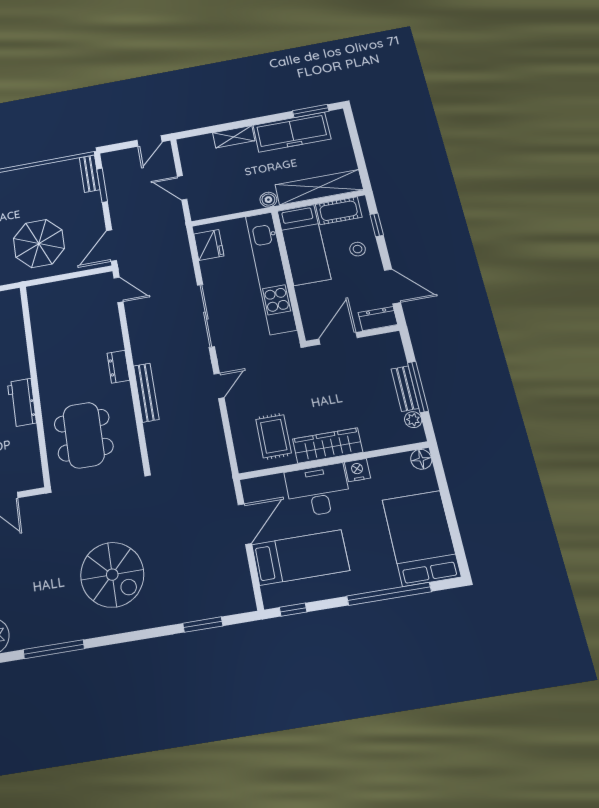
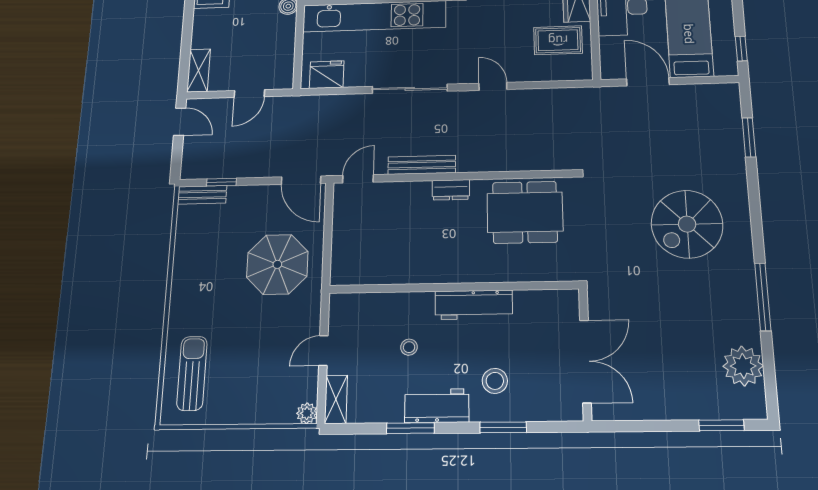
shelving: (234, 137) -> (199, 70), moved
window: (102, 185) -> (221, 182), width x0.67
bench: (146, 393) -> (422, 165), moved
workbench: (22, 403) -> (474, 305), width x1.38
dining table: (84, 435) -> (525, 212), moved
spiral stairs: (112, 575) -> (687, 224), turned 180

